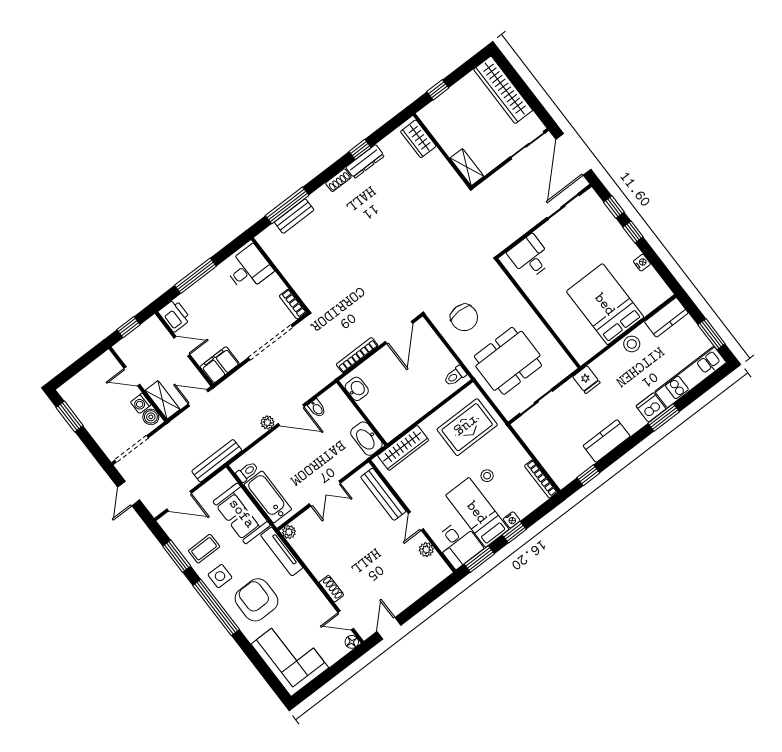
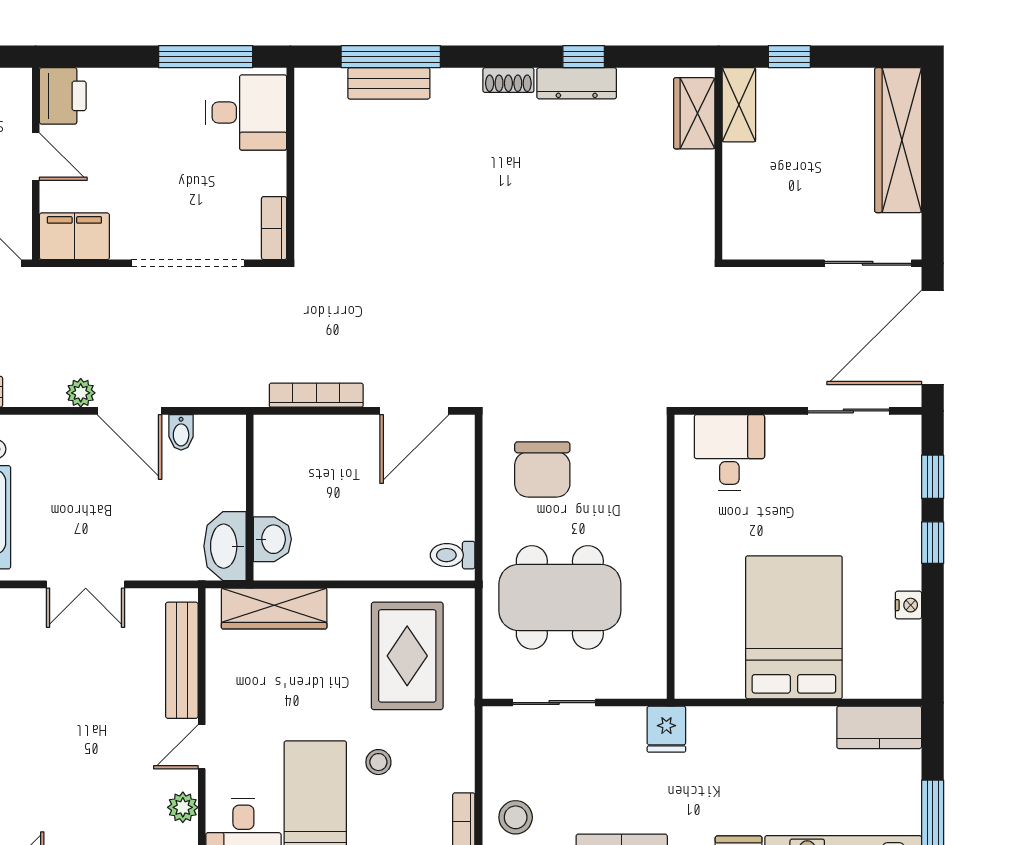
shelving: (467, 167) -> (739, 105), moved
window: (195, 276) -> (206, 57), moved
stool: (632, 344) -> (516, 817), moved
washbasin: (357, 389) -> (272, 539), moved
rug: (467, 427) -> (407, 656), turned 90

